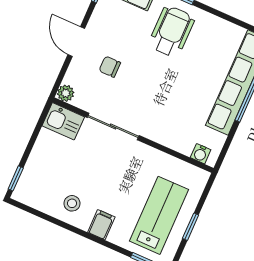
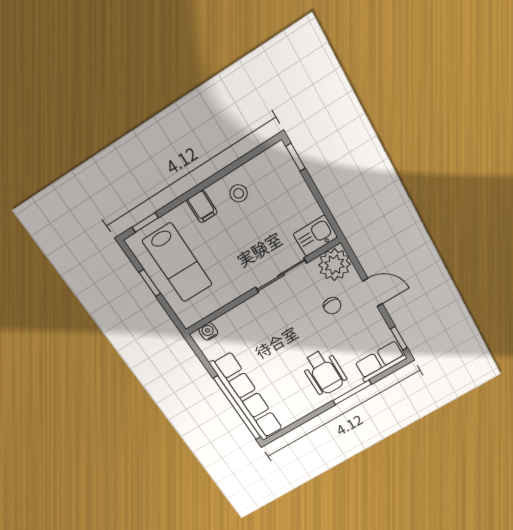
chair: (110, 67) -> (332, 306), turned 90
plant: (66, 93) -> (335, 265), width x1.88, depth x1.88

